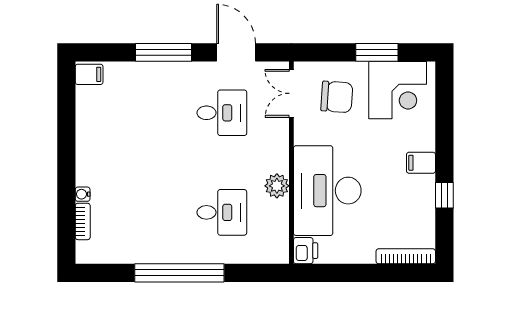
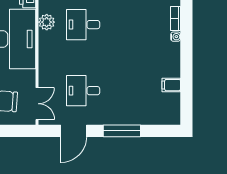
door: (236, 52) -> (74, 131), hinge flipped
filing cabinet: (89, 74) -> (171, 85), moved
plant: (277, 186) -> (47, 22), moved

